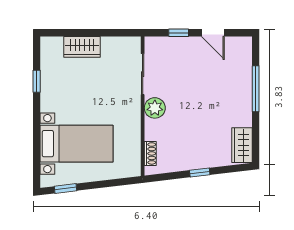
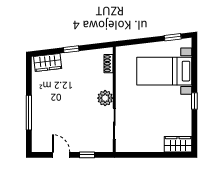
wardrobe: (82, 47) -> (178, 144), moved
window: (37, 81) -> (194, 101), moved
wardrobe: (242, 145) -> (48, 62), moved, turned 83

